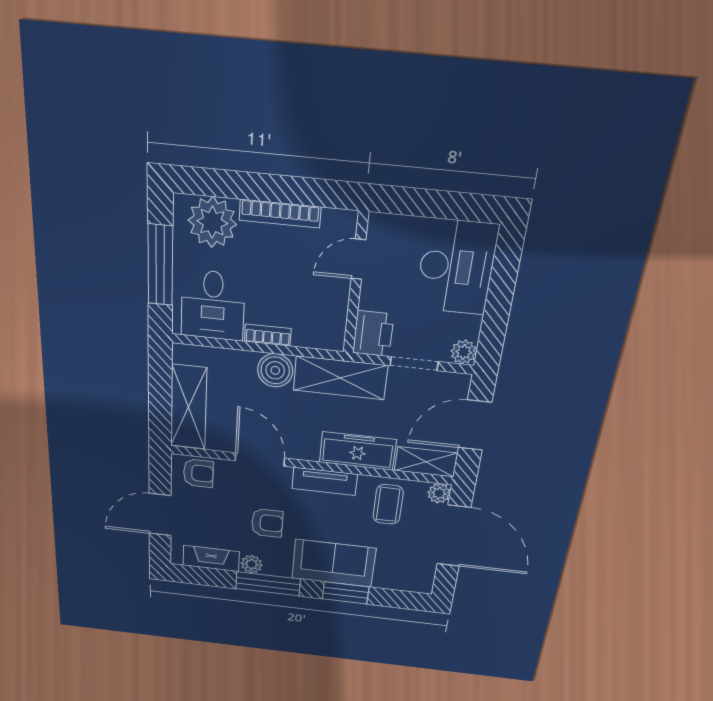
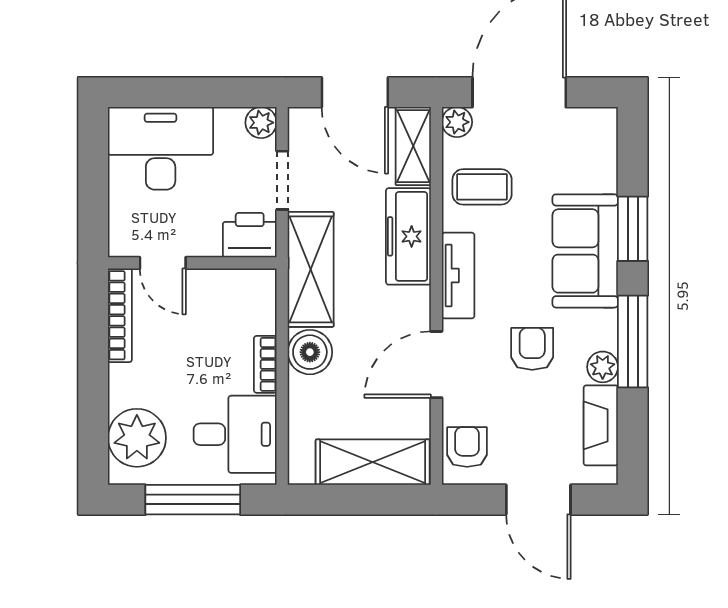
bookcase: (280, 214) -> (120, 315), moved

